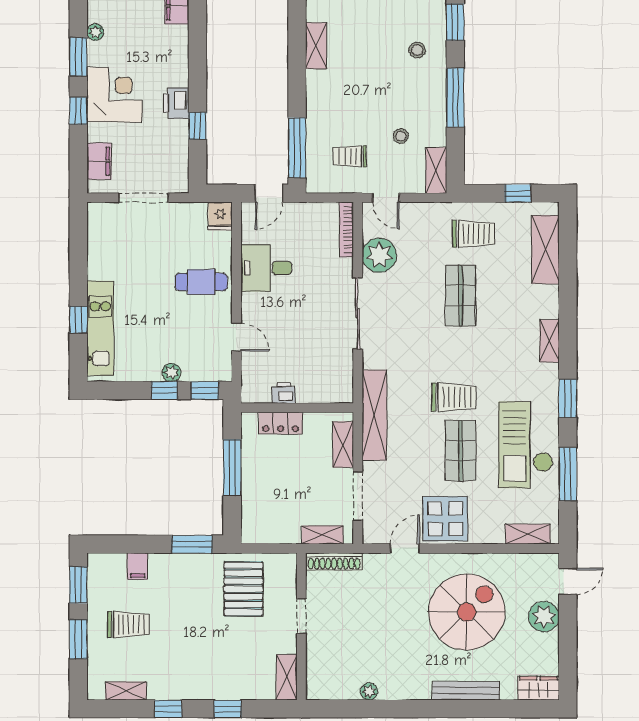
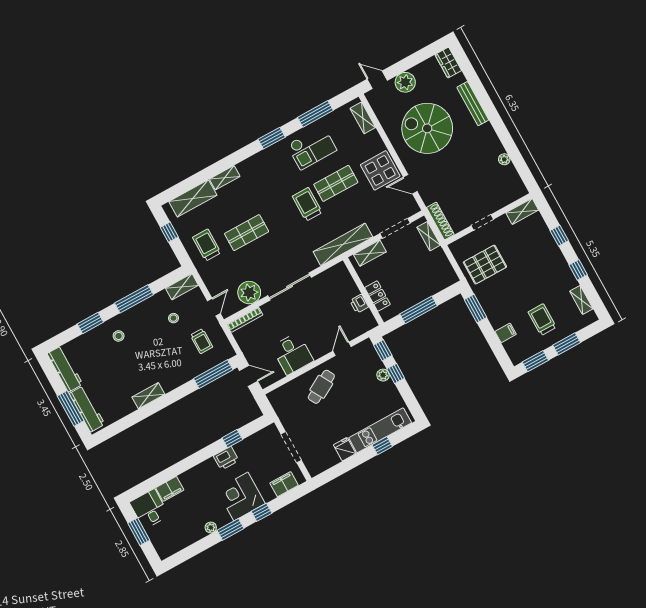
fridge: (220, 216) -> (345, 449), moved, turned -90
cafe table: (201, 282) -> (321, 387), turned 61
shelving: (550, 341) -> (225, 178), moved
checkout: (526, 445) -> (312, 148), width x0.73, depth x0.83

